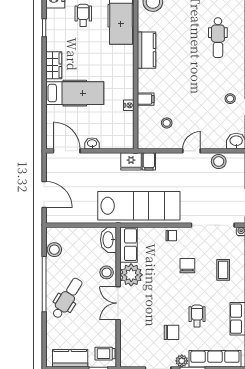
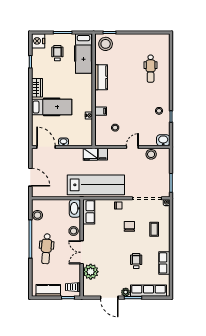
plant: (131, 275) -> (91, 272), moved
dental chair: (67, 298) -> (46, 249), turned 152
chair: (171, 332) -> (118, 272), removed

